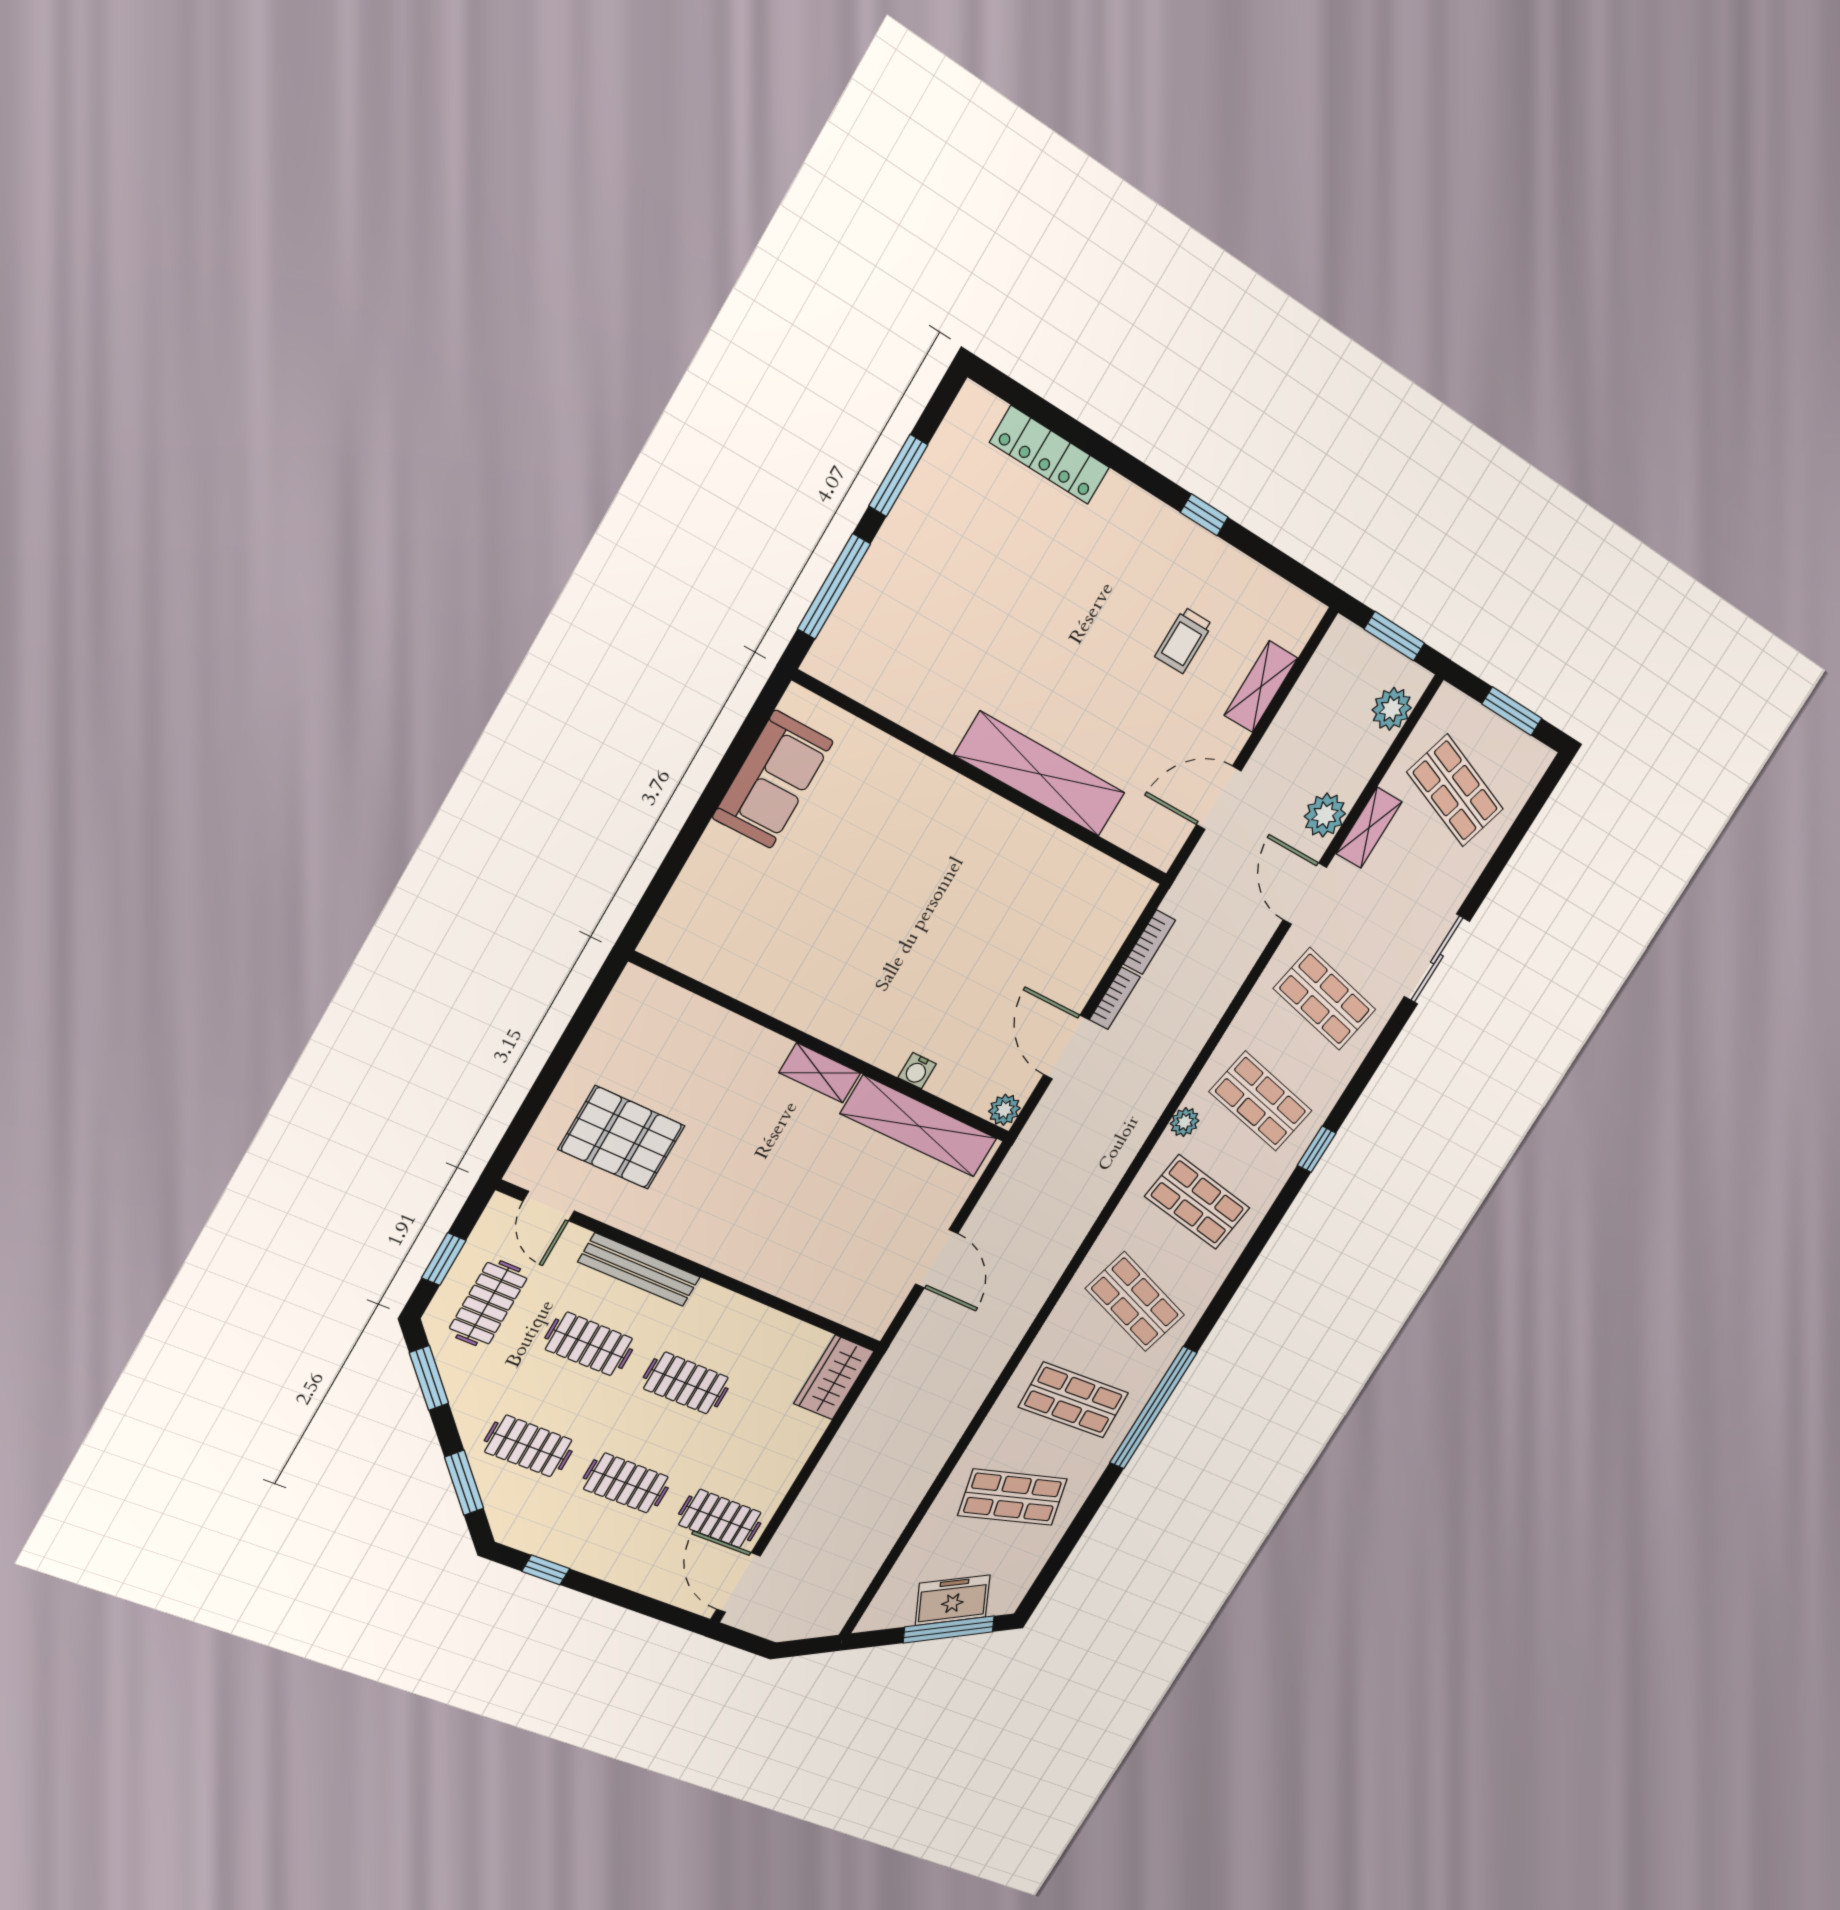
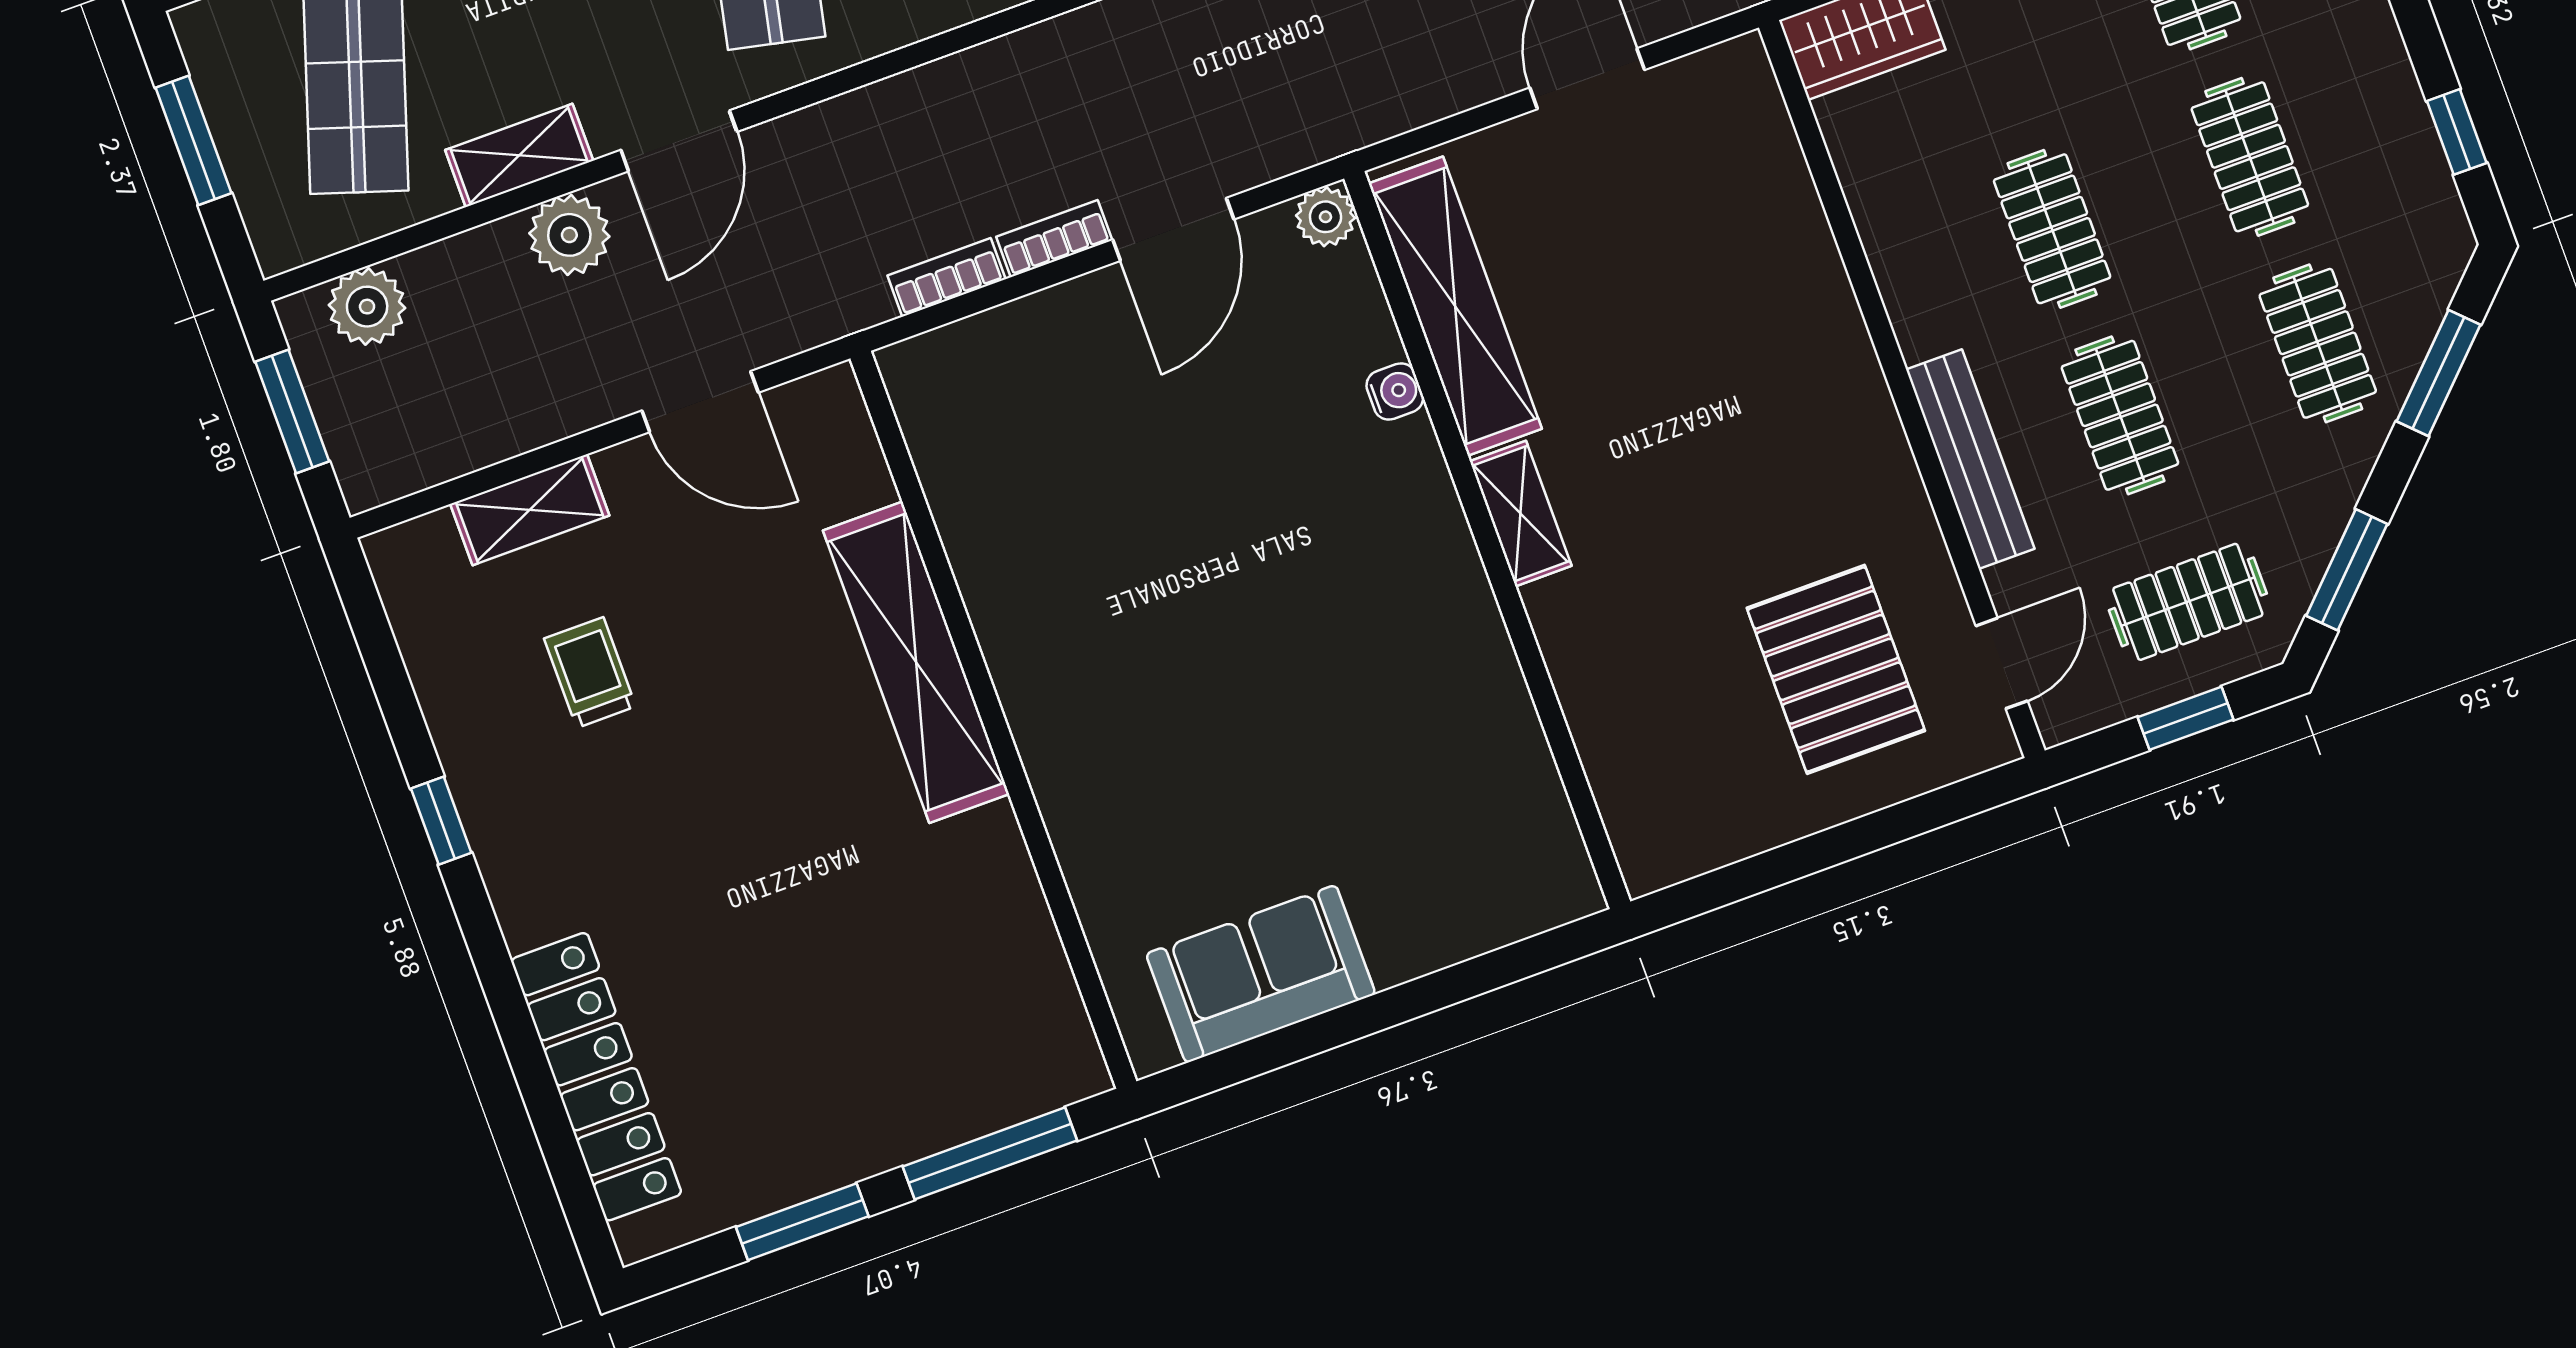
locker: (1050, 455) -> (596, 1077), width x1.41, depth x1.21
trolley: (1184, 640) -> (590, 672), turned -90

